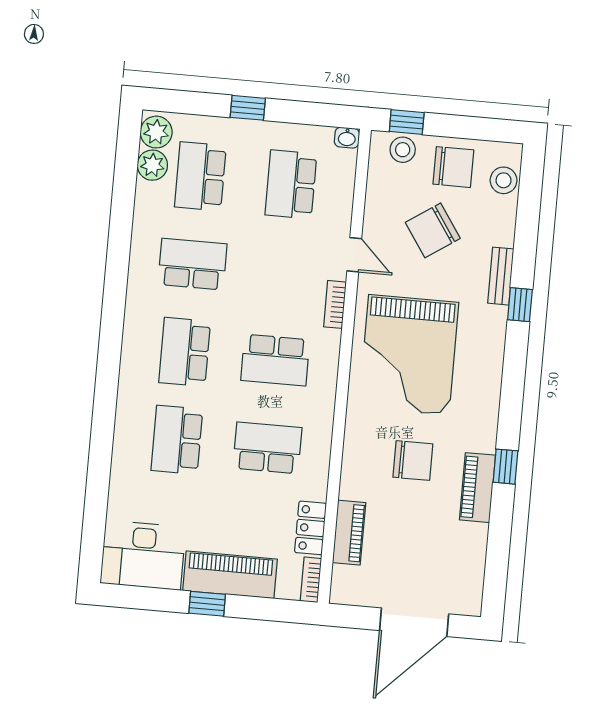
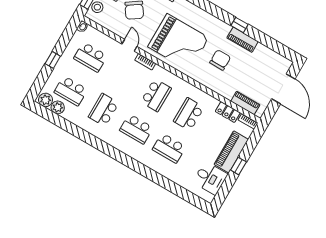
door: (354, 255) -> (129, 45), hinge flipped
piano: (349, 533) -> (245, 103), moved
desk: (143, 555) -> (210, 178), width x0.73

